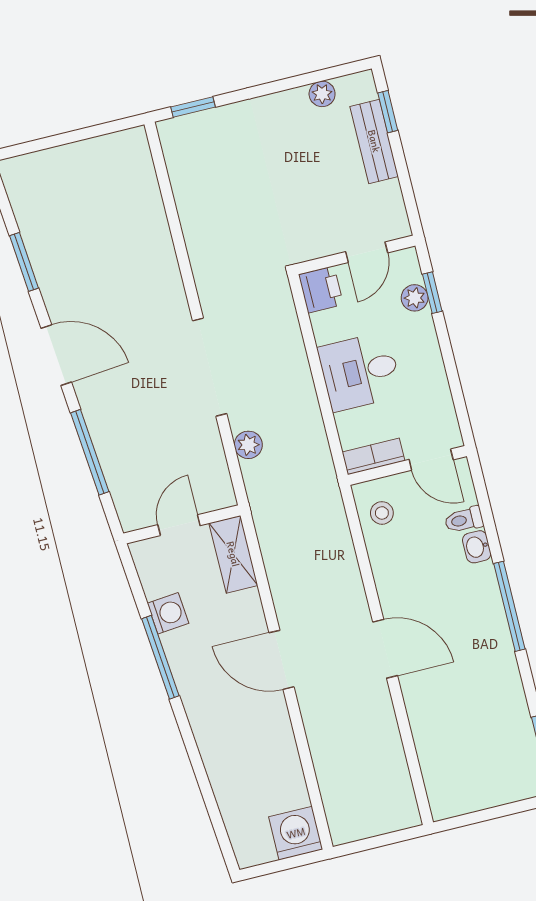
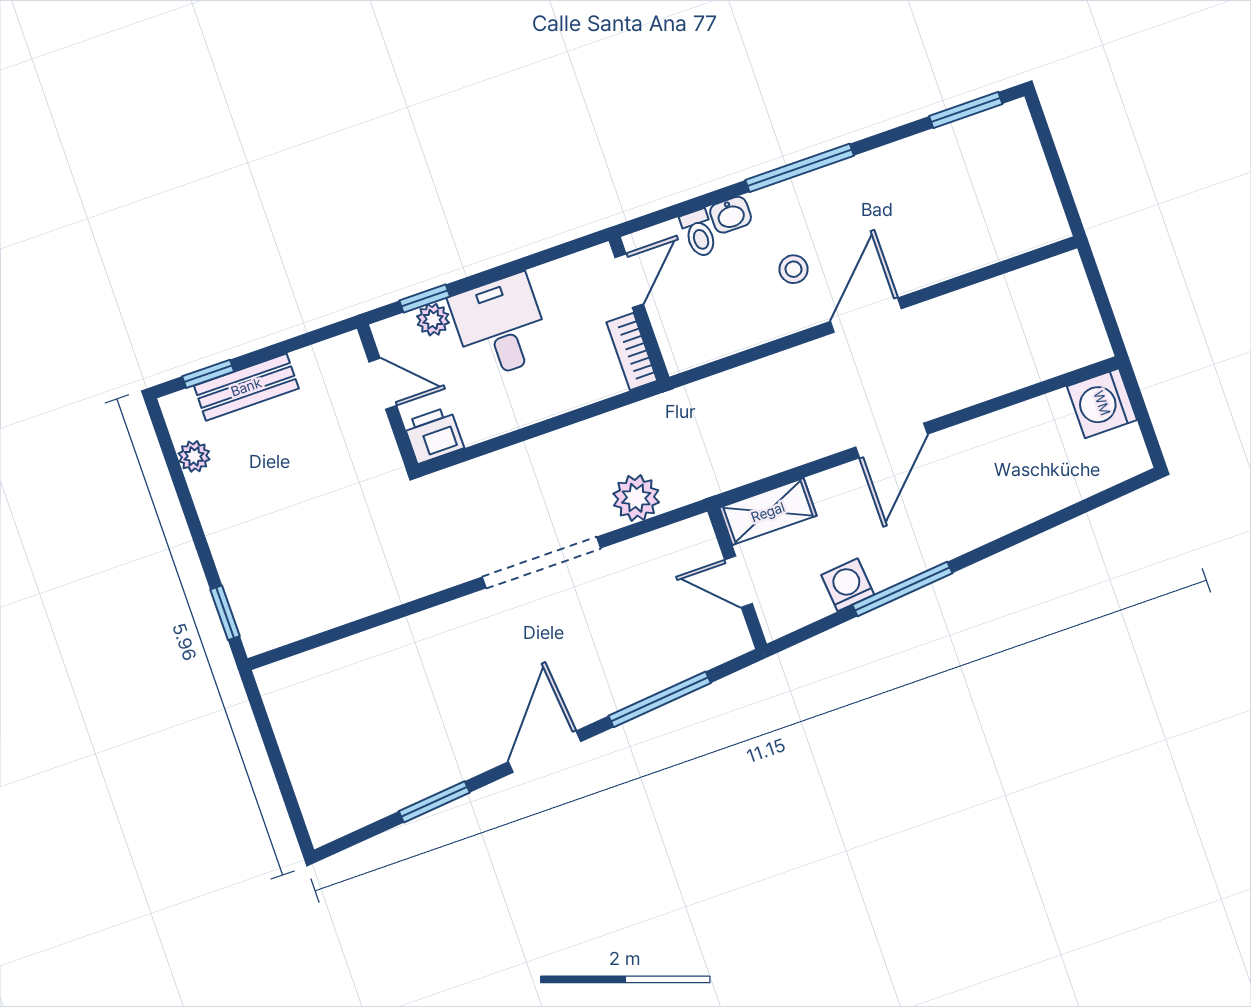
desk: (360, 372) -> (500, 326), moved, turned 180
plant: (248, 445) -> (636, 498), width x1.38, depth x1.38
stool: (382, 513) -> (794, 269), moved

